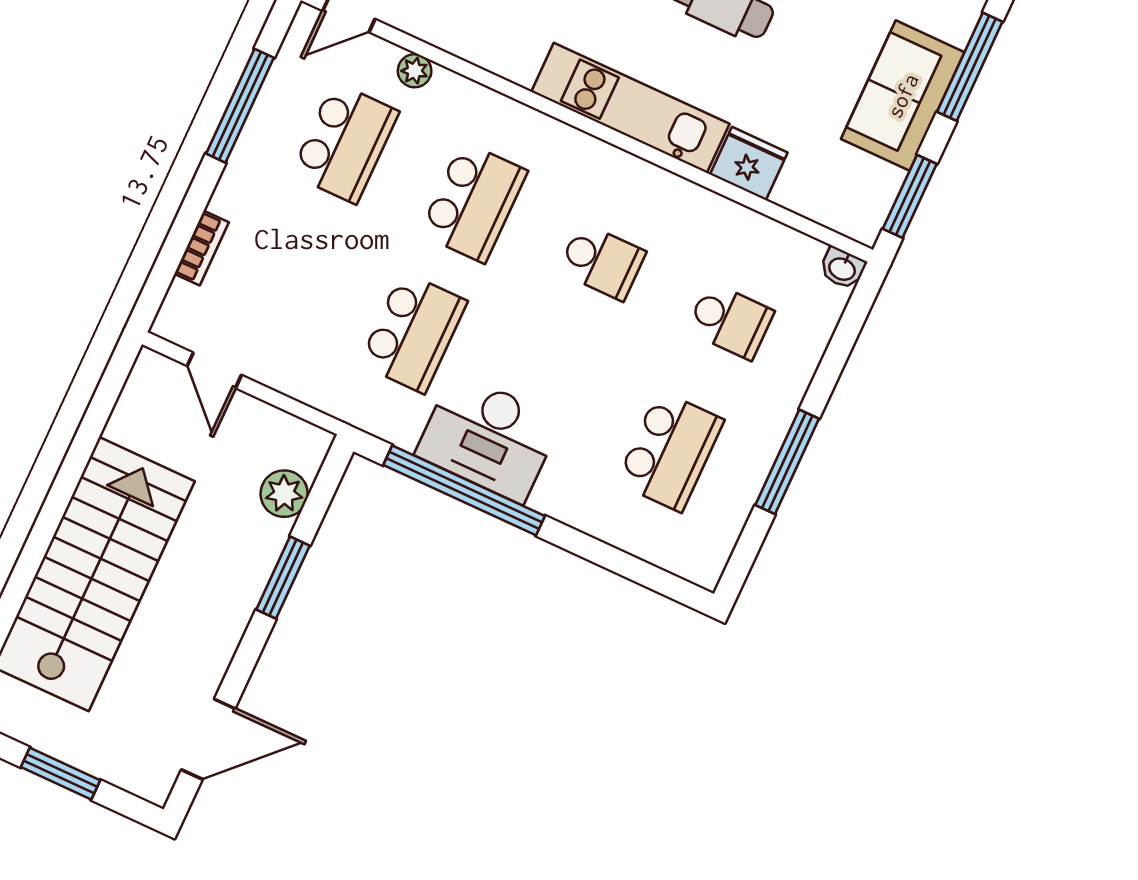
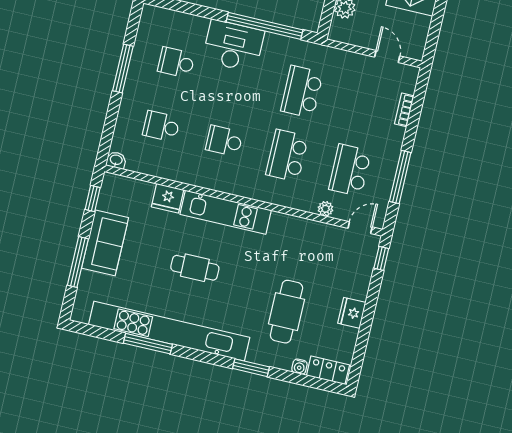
window: (910, 196) -> (93, 198), width x0.67
desk: (488, 437) -> (233, 46), moved
school desk: (670, 451) -> (176, 62), width x0.54

